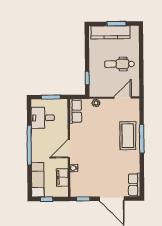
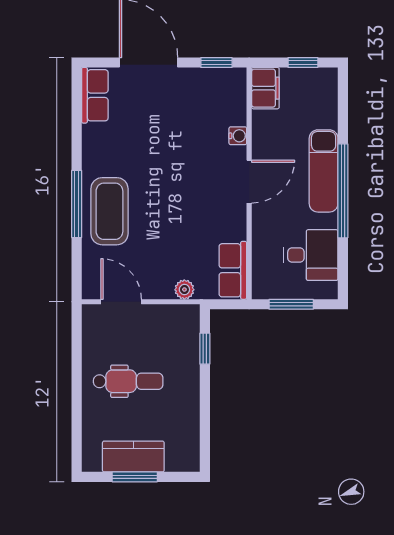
kitchen counter: (111, 32) -> (133, 456), width x0.67
door: (123, 98) -> (121, 302), swing flipped
filing cabinet: (62, 177) -> (265, 88), moved
exam couch: (38, 180) -> (324, 171), moved

